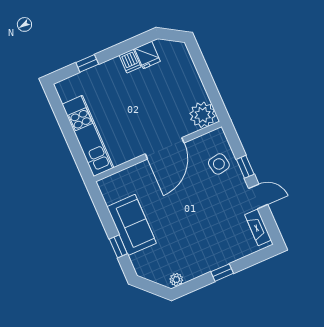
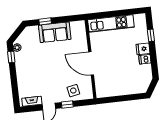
fridge: (147, 55) -> (143, 49), moved
plant: (203, 115) -> (103, 90), removed
window: (222, 273) -> (11, 57), moved

